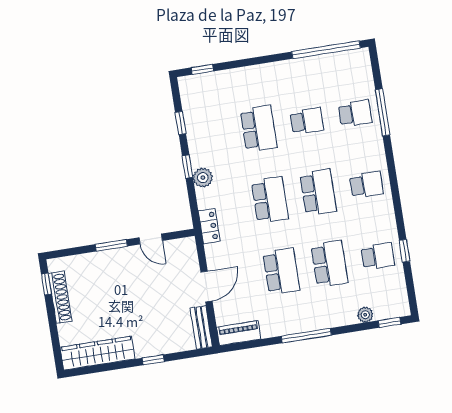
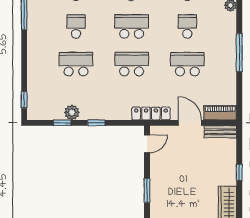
plant: (203, 178) -> (72, 112), moved
locker: (209, 226) -> (151, 114), width x1.53
door: (151, 239) -> (147, 144), moved
school desk: (329, 264) -> (187, 26), width x0.54
piano: (239, 333) -> (220, 113), moved, turned 90

